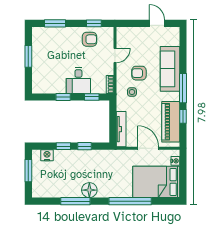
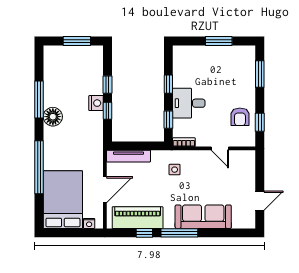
armchair: (139, 73) -> (198, 178), removed
nightstand: (47, 155) -> (96, 103), moved

